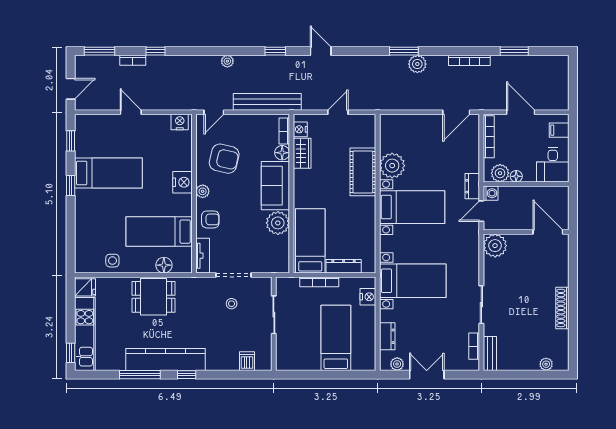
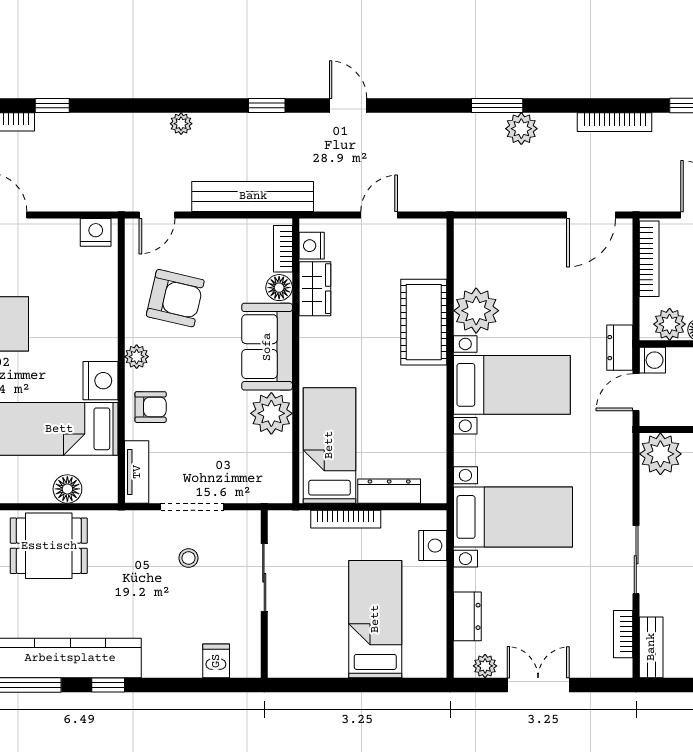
nightstand: (182, 182) -> (101, 381), moved

